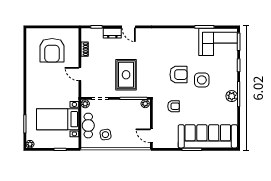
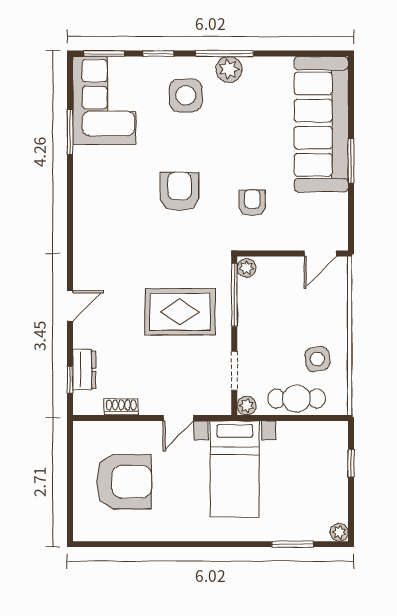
dresser: (112, 33) -> (84, 370), moved
side table: (202, 80) -> (186, 95), moved
bed with nightstands: (58, 119) -> (235, 469), moved

